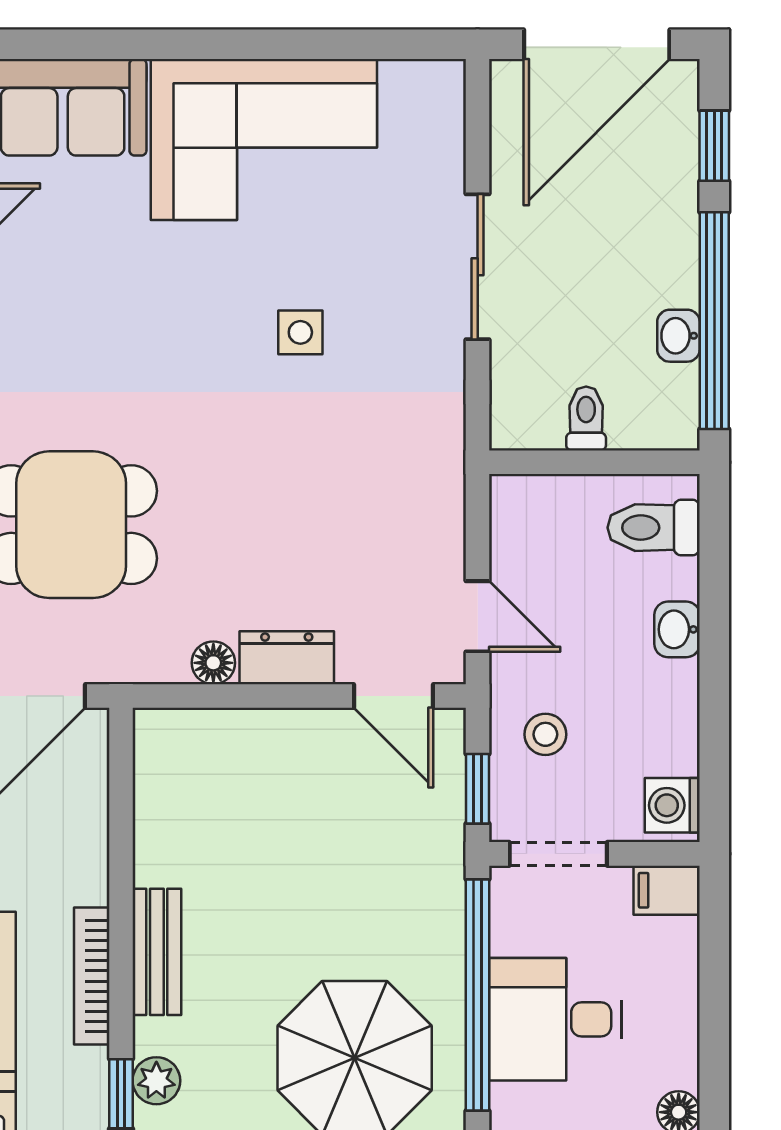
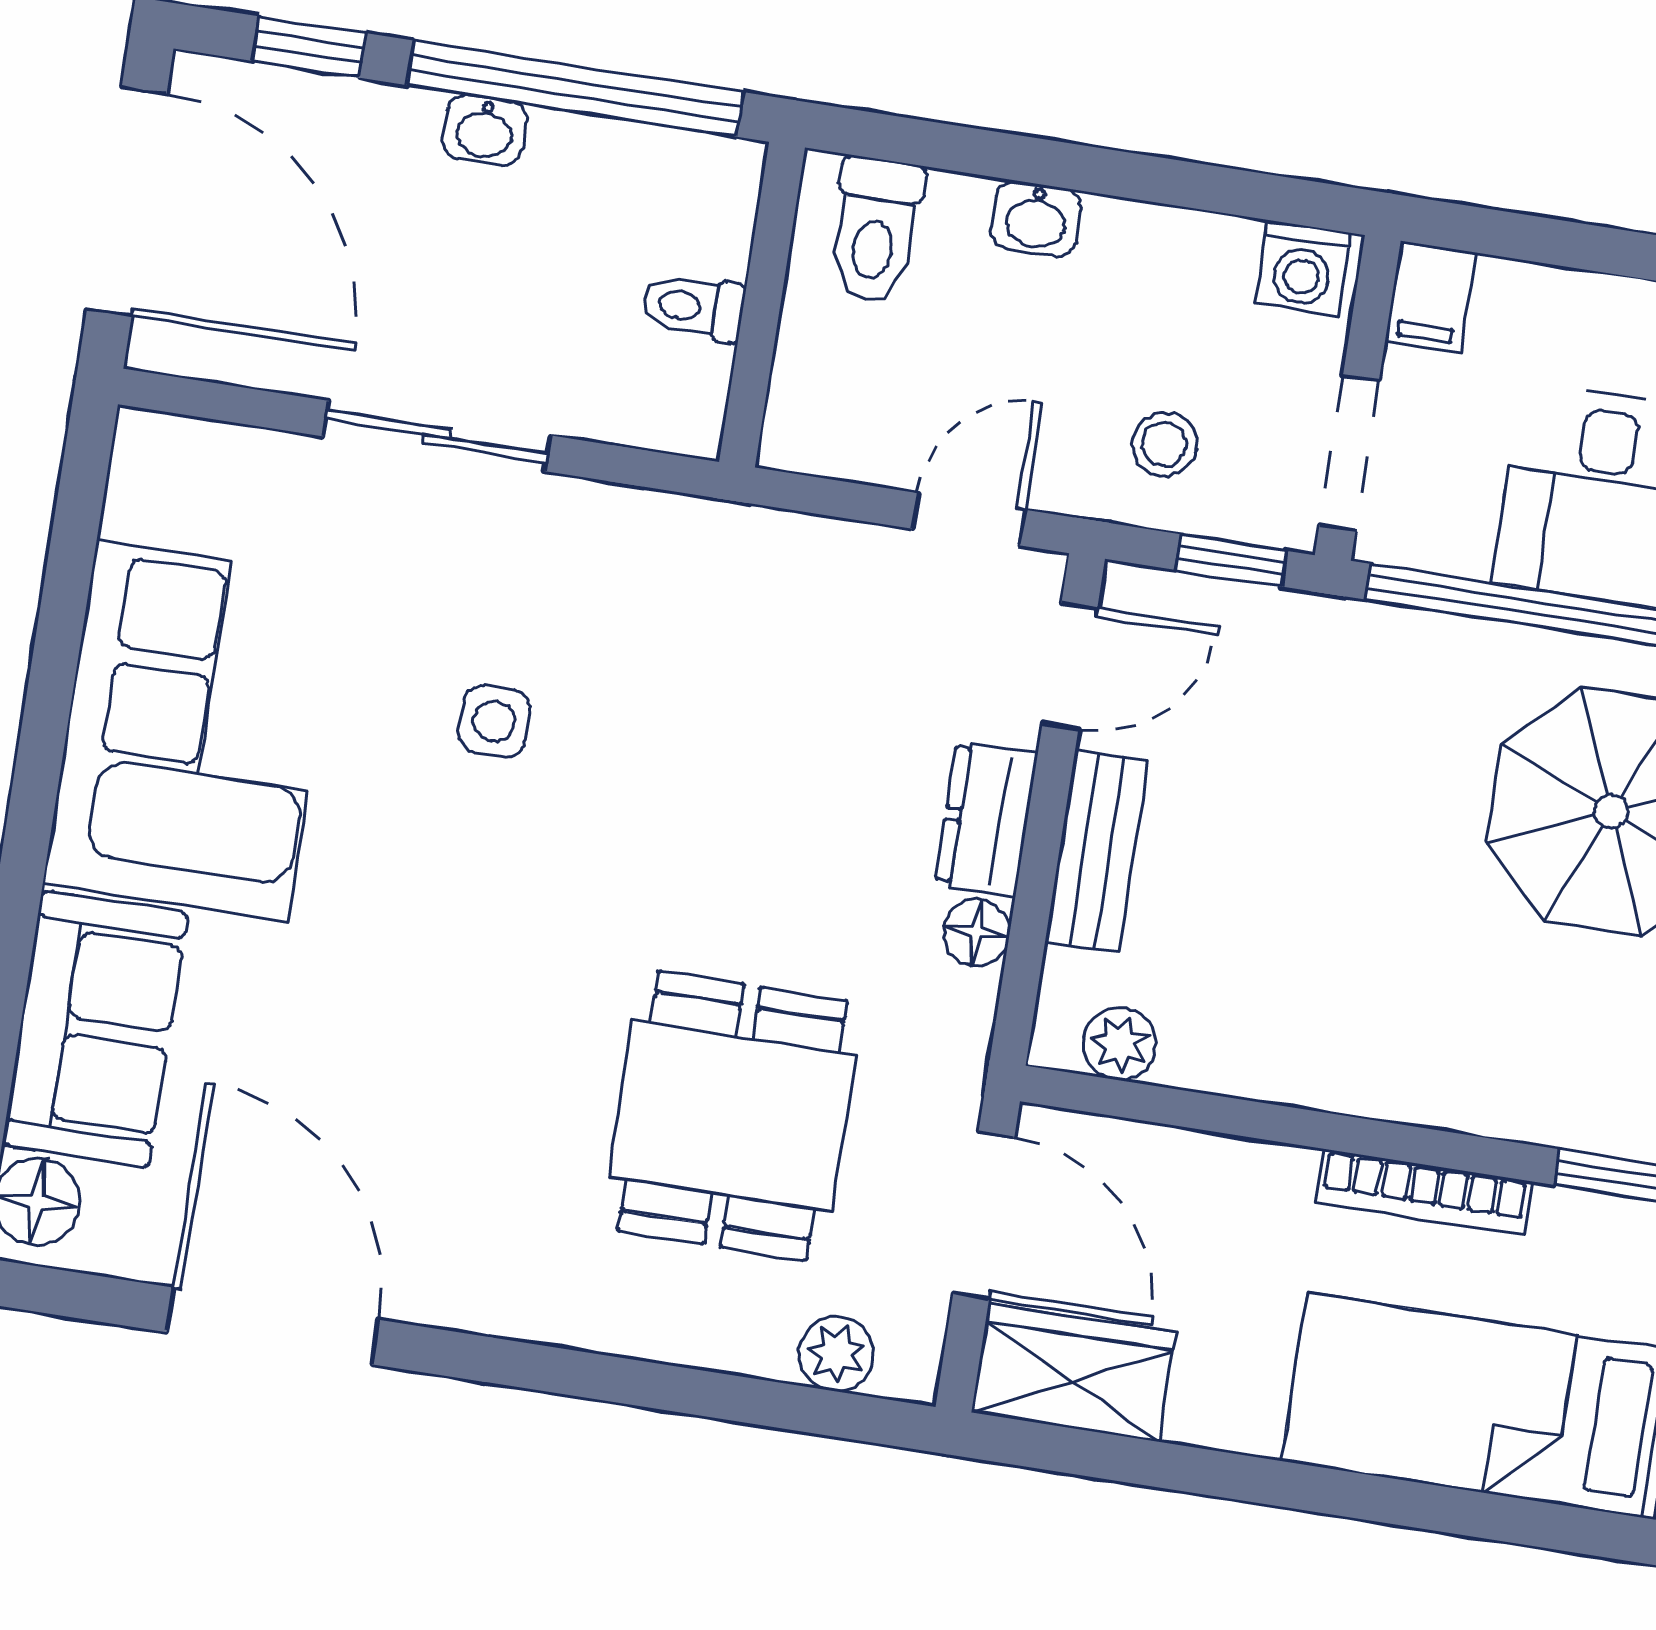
washbasin: (678, 336) -> (485, 130), moved
bench: (157, 952) -> (1097, 851), moved, turned 90
plant: (156, 1081) -> (1120, 1044), moved

